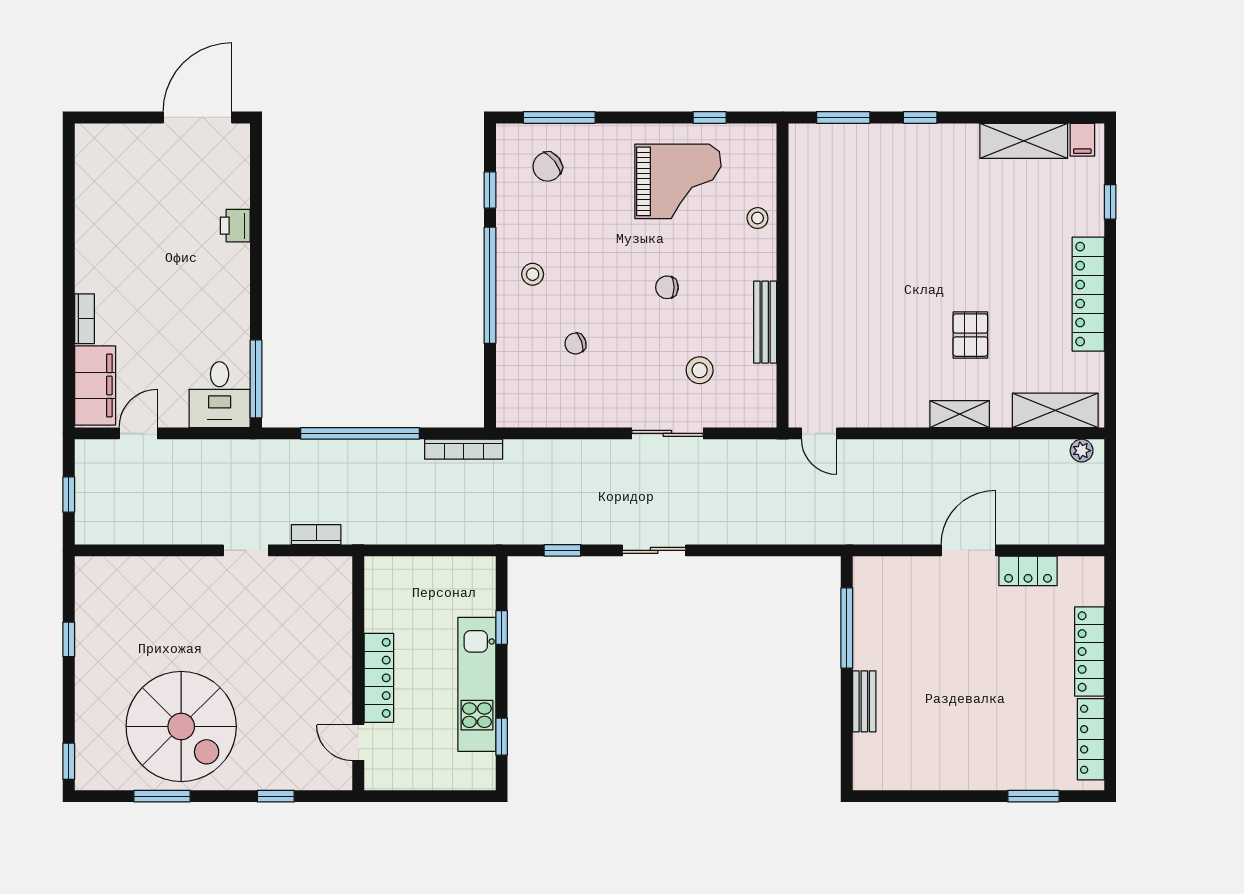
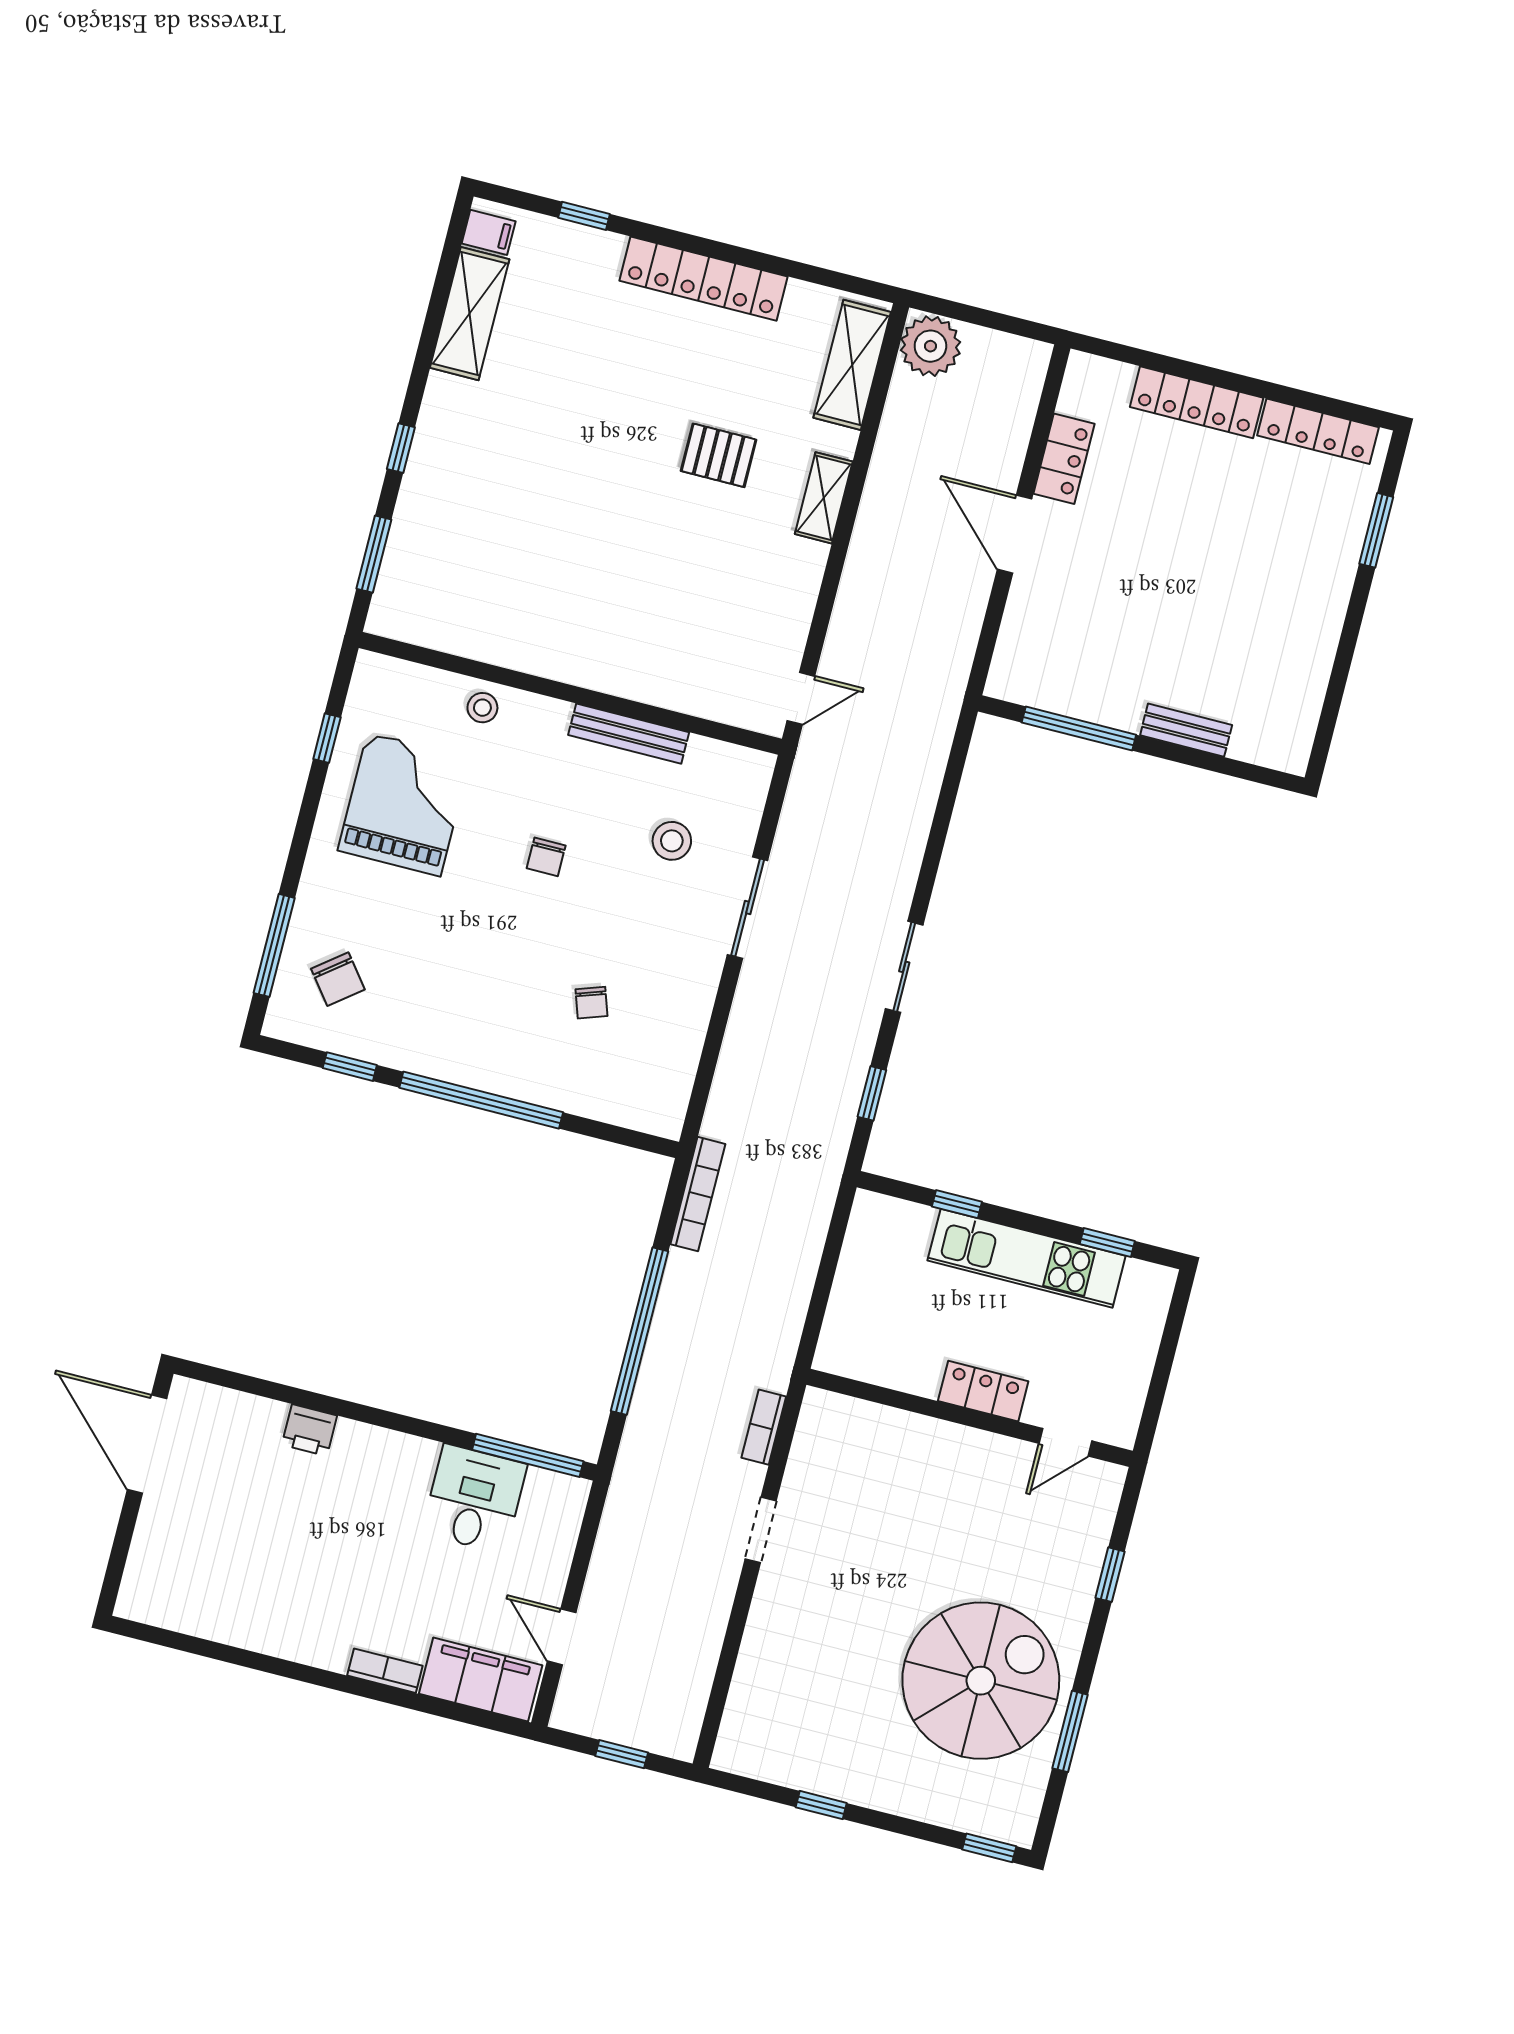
stool: (533, 274) -> (481, 1037), removed
desk: (220, 395) -> (474, 1499), moved, turned -90
plant: (1082, 451) -> (930, 346), width x1.88, depth x1.88
locker: (379, 678) -> (983, 1391), width x0.66

